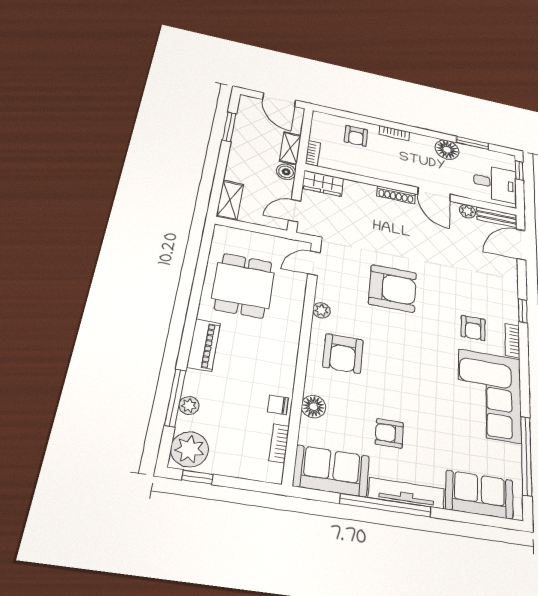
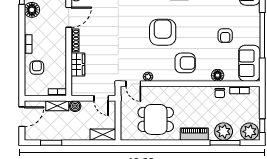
armchair: (356, 136) -> (37, 68), turned -90
wardrobe: (323, 183) -> (78, 64), moved
armchair: (393, 288) -> (163, 32), moved
plant: (321, 310) -> (148, 77), moved
plant: (189, 405) -> (224, 131), width x1.88, depth x1.88
tv unit: (407, 493) -> (255, 25), removed

